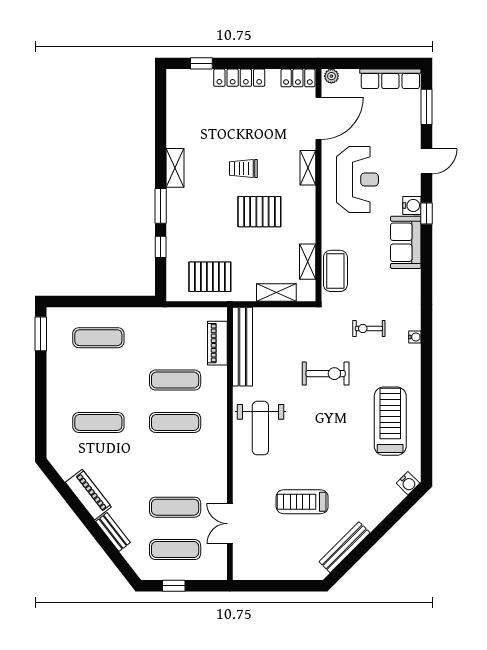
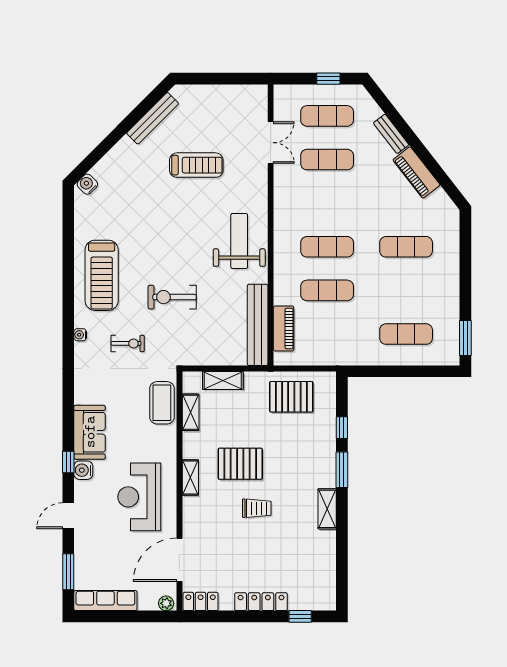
shelving: (308, 168) -> (190, 477), moved
treadmill: (390, 421) -> (102, 275), moved

